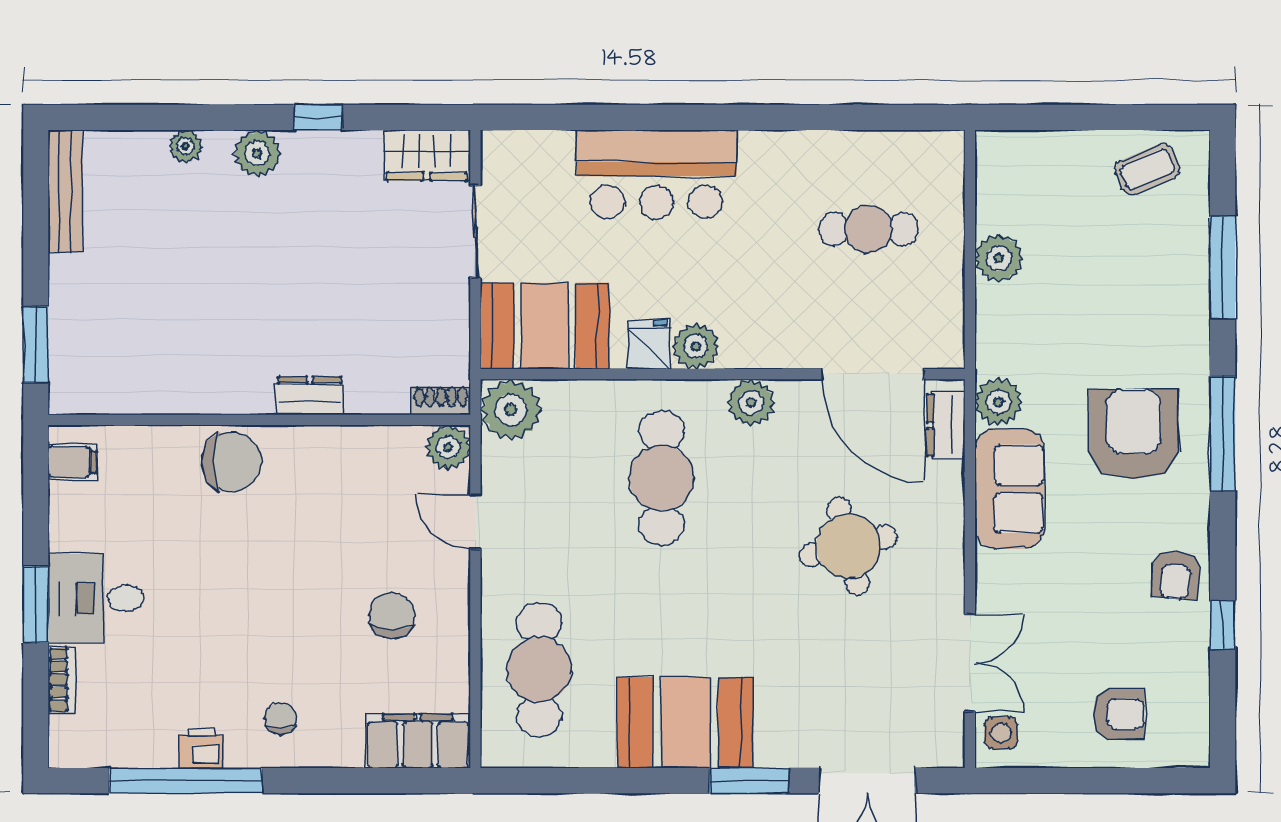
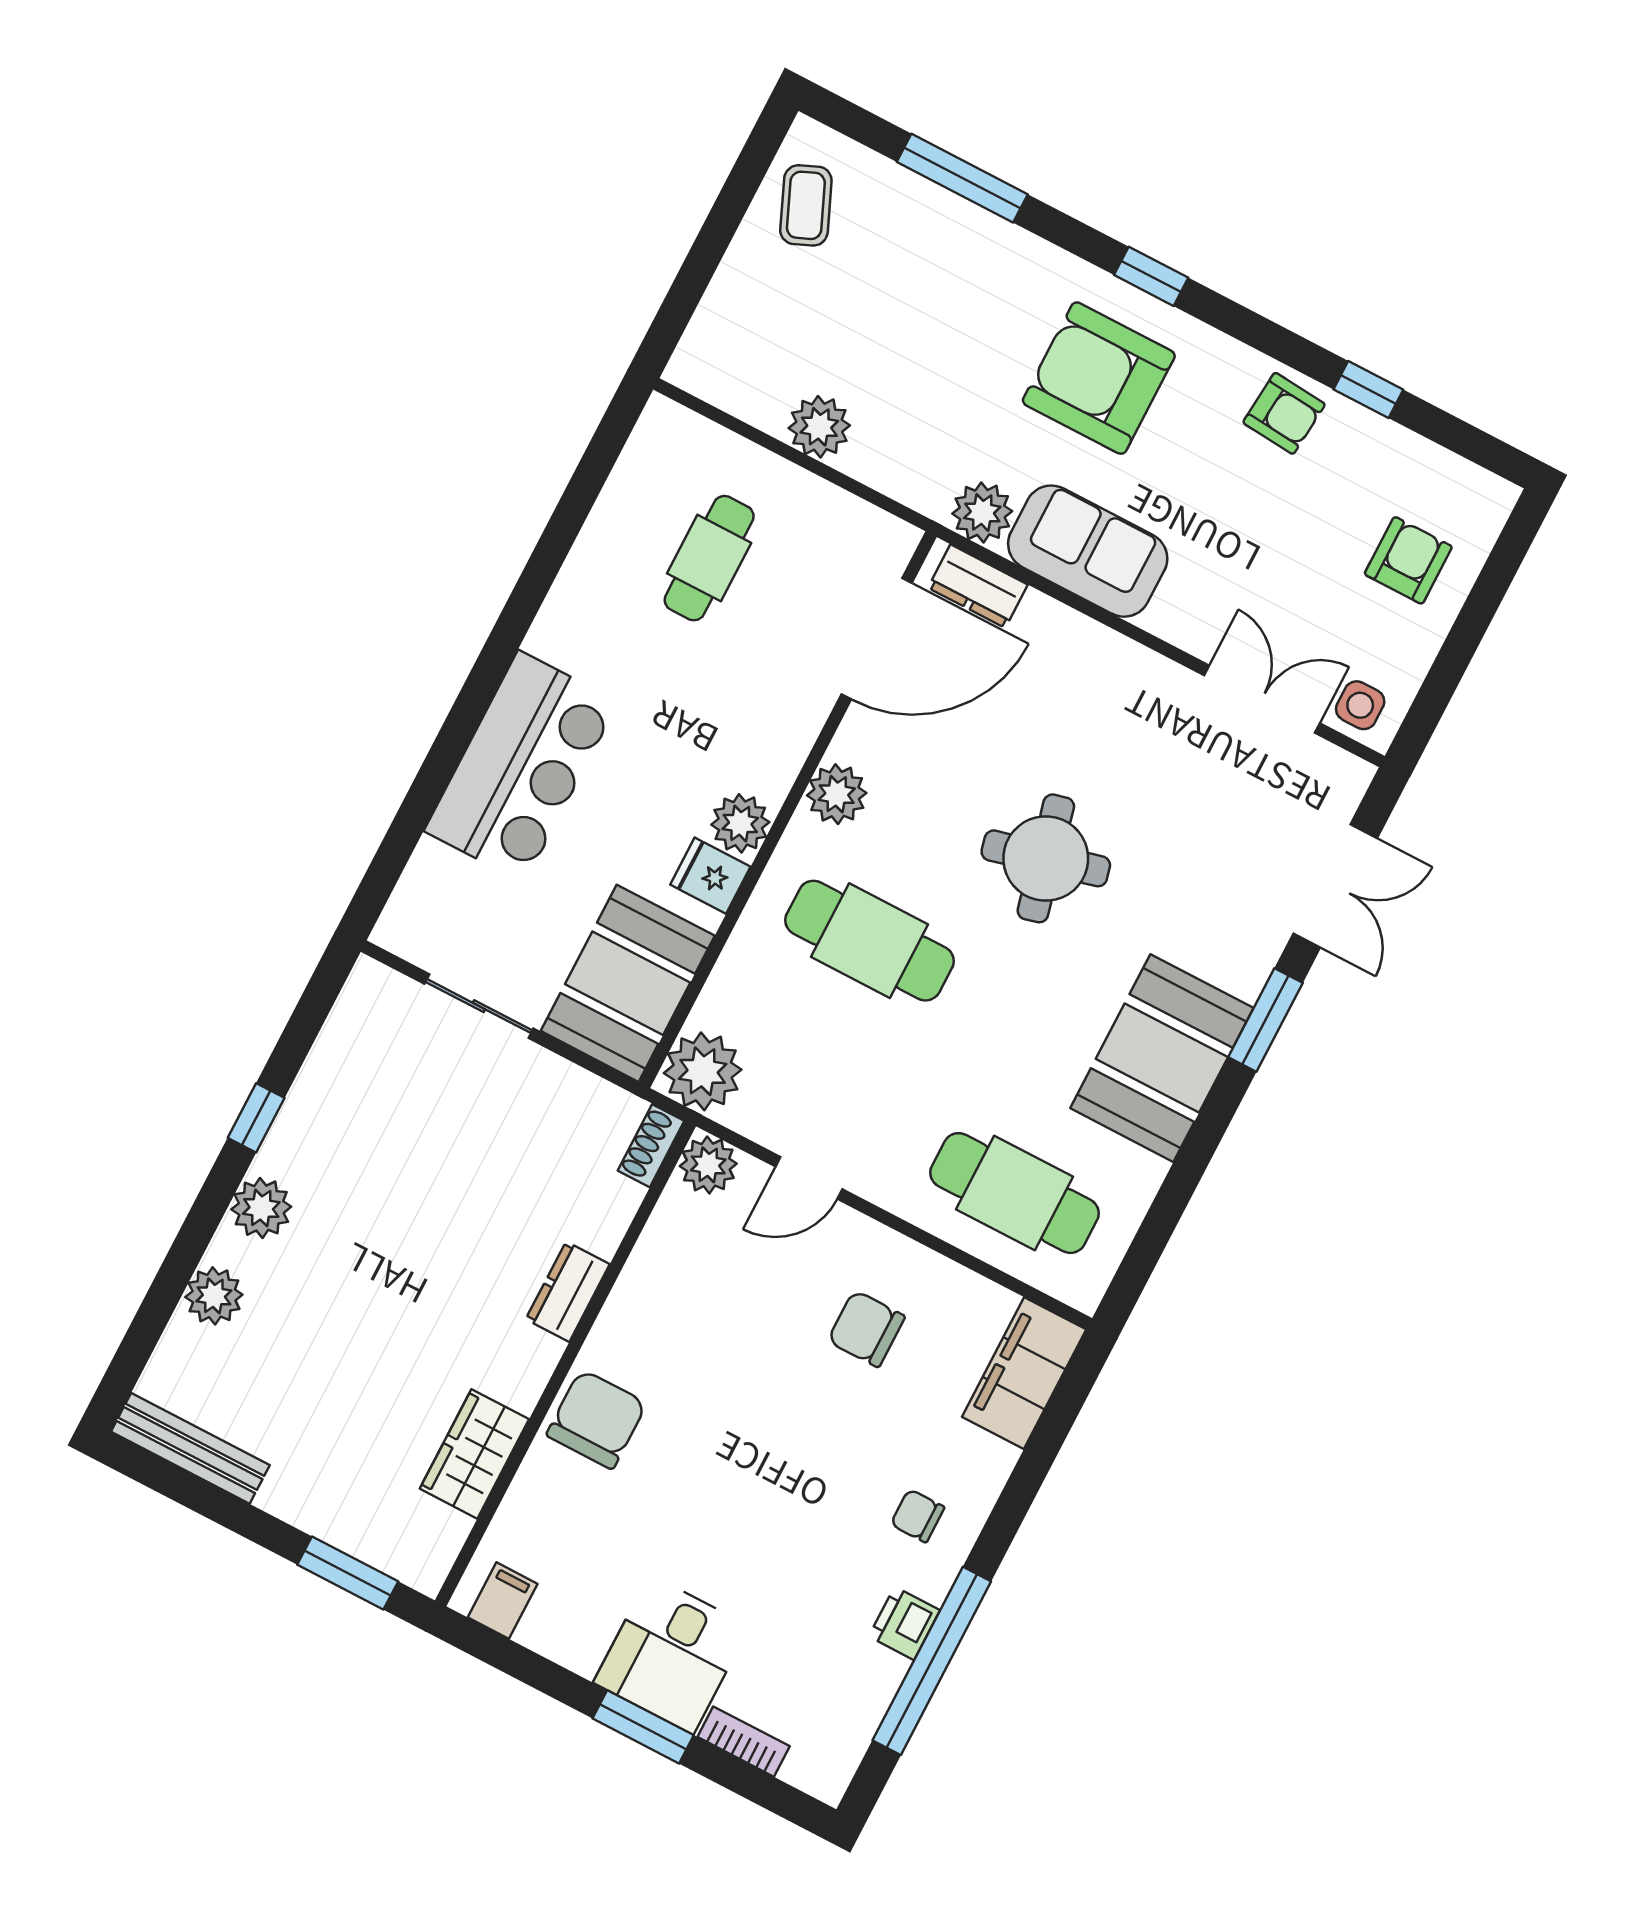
plant: (185, 146) -> (214, 1296), width x1.38, depth x1.38
wardrobe: (427, 155) -> (474, 1454), moved, turned 180
window: (1223, 434) -> (1151, 276), width x0.46
round table: (848, 546) -> (1046, 858), moved

